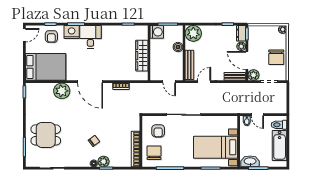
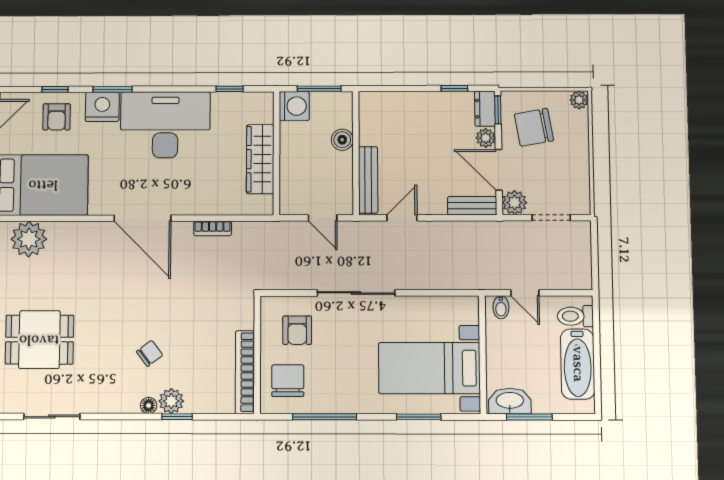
plant: (193, 33) -> (377, 109), removed
desk: (90, 37) -> (165, 125), width x1.87, depth x1.30
chair: (276, 57) -> (534, 127), moved, turned 80
plant: (62, 91) -> (29, 239), moved

